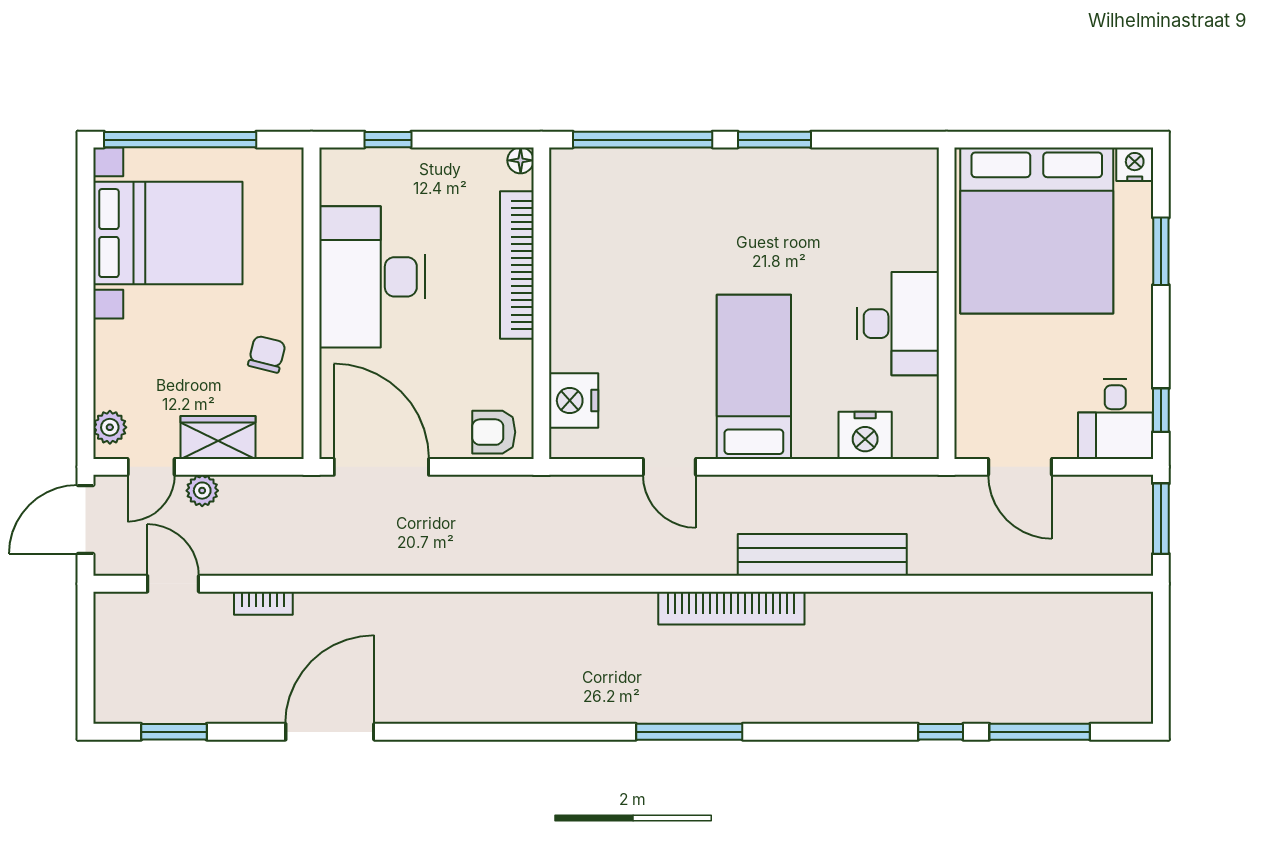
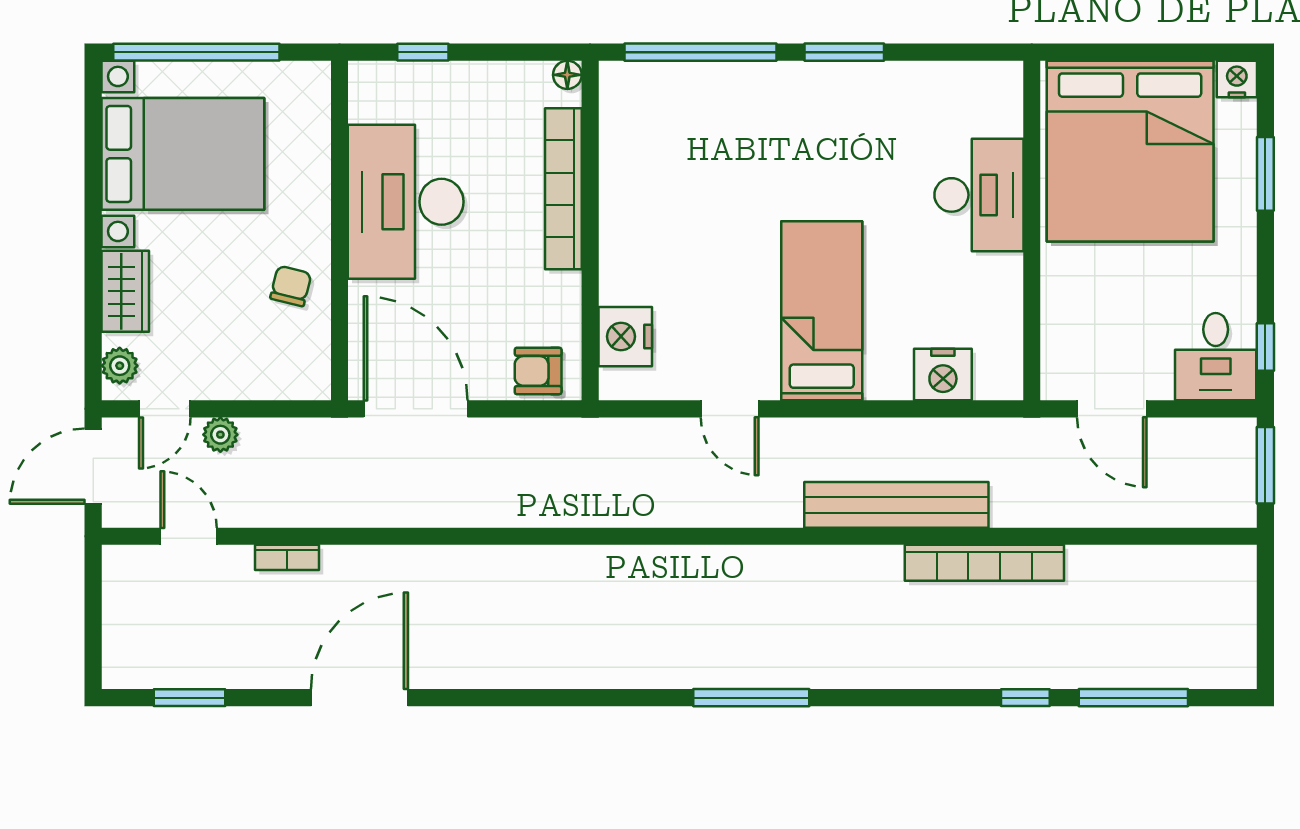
desk: (898, 324) -> (979, 195), moved
wardrobe: (218, 437) -> (125, 291), moved, turned 90
bookcase: (731, 608) -> (984, 563), moved

